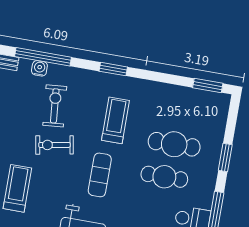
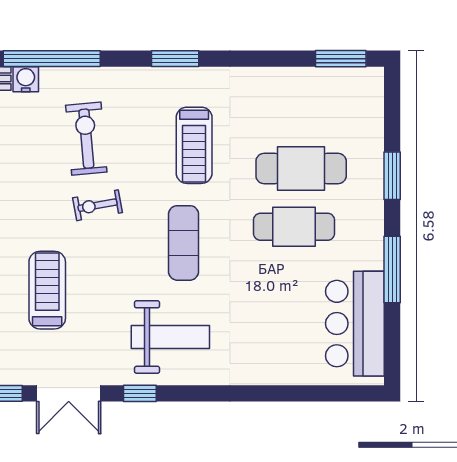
water cooler: (39, 68) -> (26, 79), moved
treadmill: (115, 120) -> (194, 145), turned 180
exercise bike: (54, 145) -> (98, 205), width x0.73, depth x0.72

